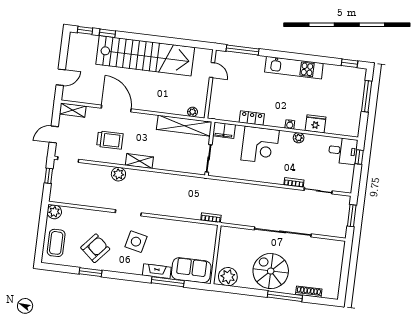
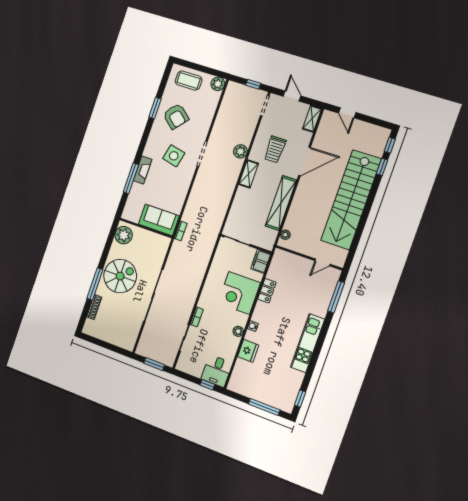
shelving: (184, 126) -> (281, 203), moved
sofa: (191, 270) -> (159, 220), moved, turned -90

